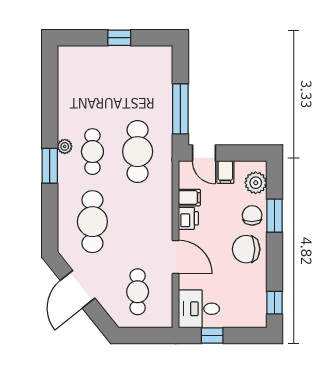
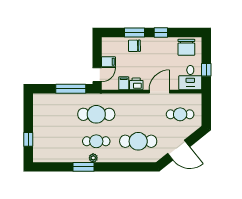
window: (119, 38) -> (28, 139), moved
window: (50, 166) -> (83, 167), moved
plant: (256, 183) -> (115, 44), removed
chair: (246, 249) -> (186, 47), moved
window: (274, 303) -> (161, 32), moved

